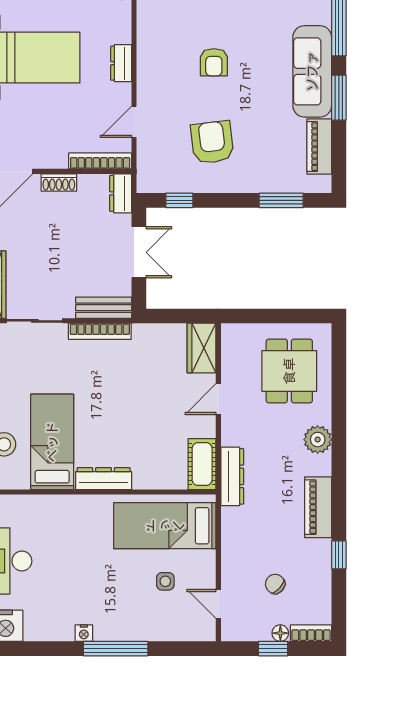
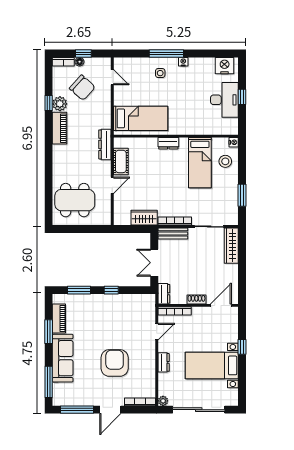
armchair: (214, 62) -> (115, 363), width x1.88, depth x1.88
window: (339, 98) -> (49, 332), moved
armchair: (212, 142) -> (115, 321), removed
window: (179, 200) -> (111, 290), moved
wardrobe: (202, 348) -> (144, 218), moved, turned -90
dining table: (289, 371) -> (75, 200), width x1.37
plant: (318, 440) -> (60, 104), moved
cot: (202, 464) -> (121, 161), moved
dresser: (104, 479) -> (168, 143), width x0.70
side table: (165, 581) -> (160, 73), moved
chair: (275, 584) -> (82, 88), width x1.87, depth x1.87

